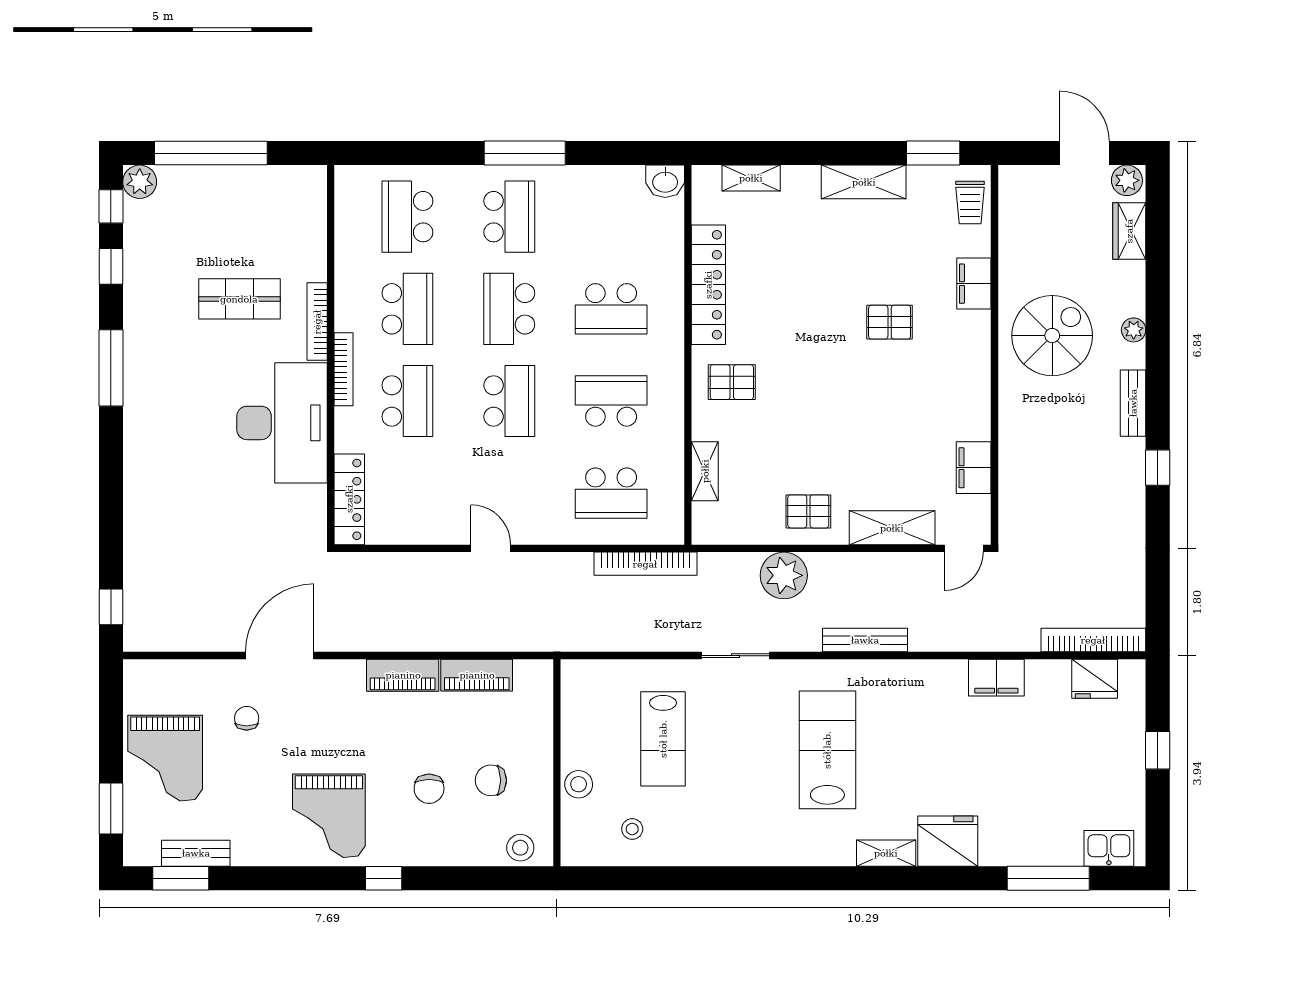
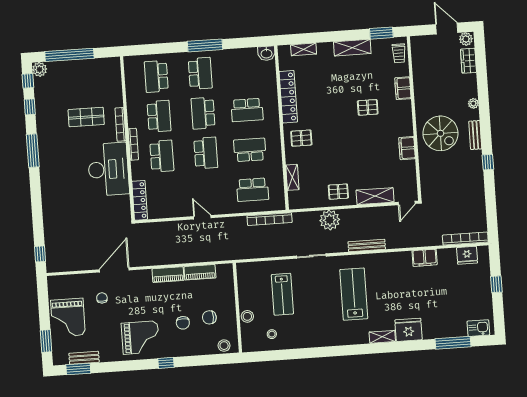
spiral stairs: (1052, 336) -> (440, 133), moved, turned 90
filing cabinet: (974, 468) -> (407, 148), moved
grand piano: (329, 816) -> (140, 338), turned -90

